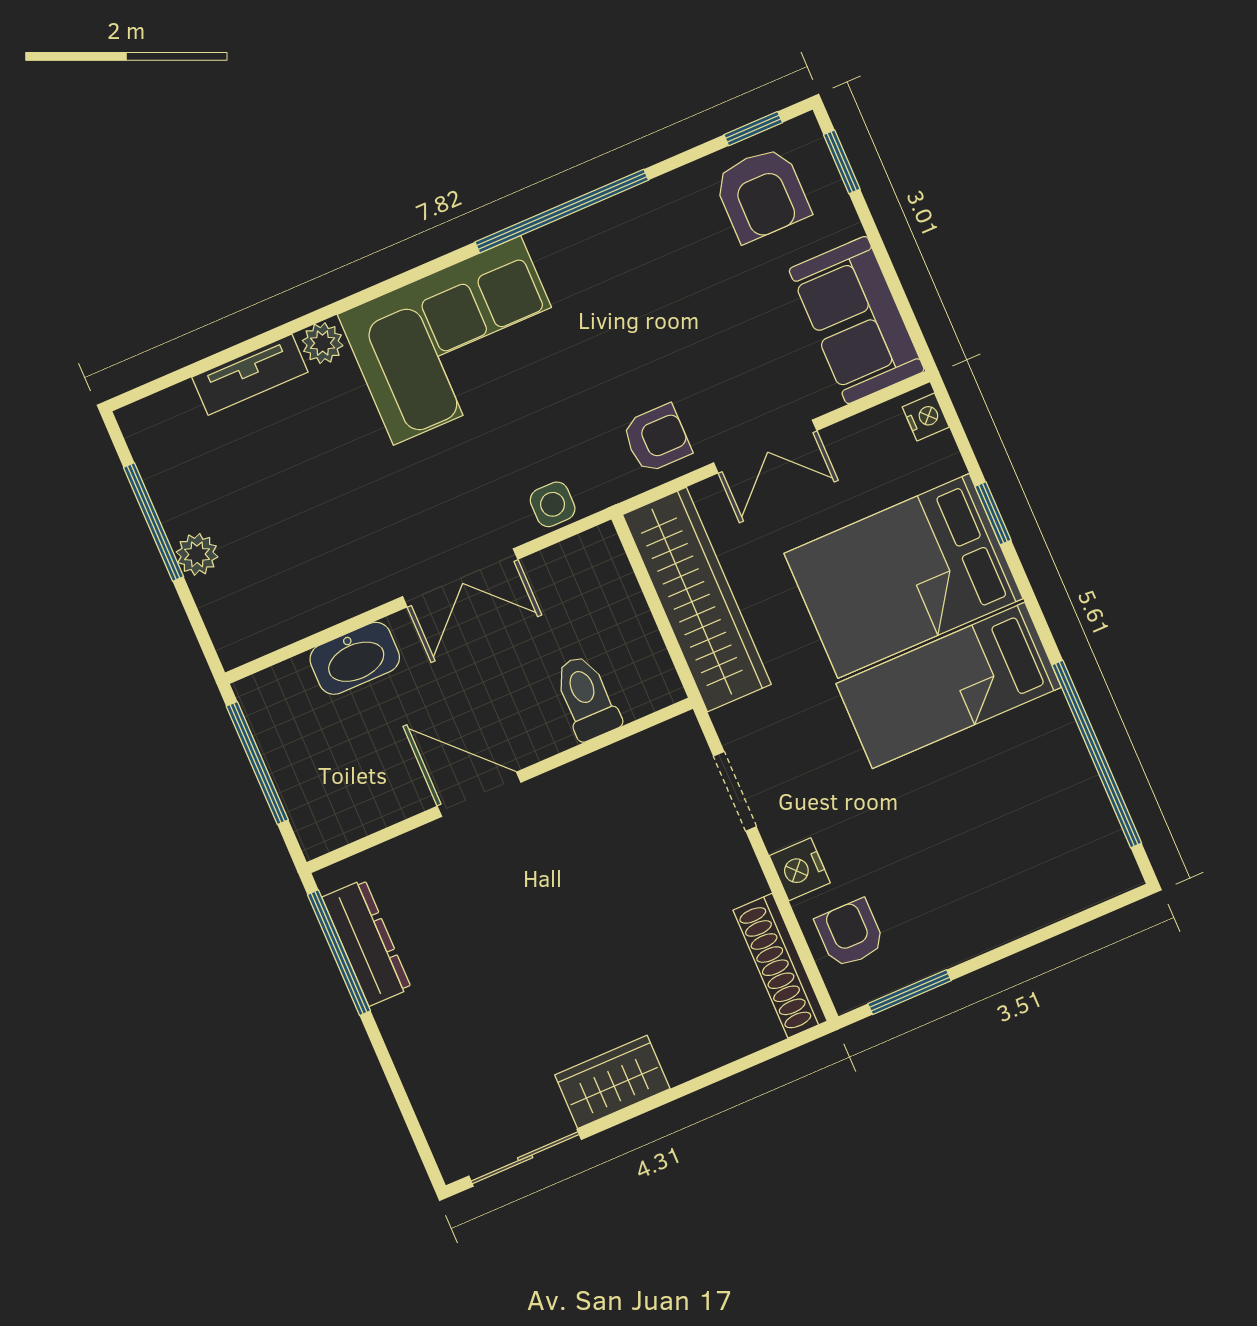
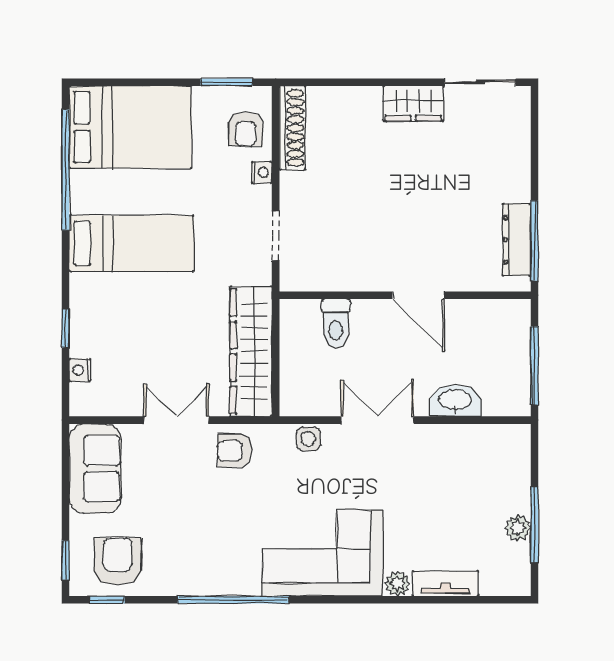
nightstand: (926, 417) -> (80, 370), moved
plant: (197, 554) -> (518, 528), moved
bed: (904, 576) -> (130, 127), moved
nightstand: (800, 869) -> (262, 173), width x0.72, depth x0.74

